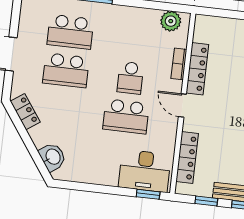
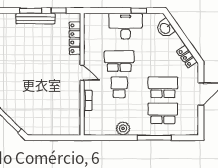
plant: (171, 21) -> (123, 128), moved
locker: (197, 69) -> (75, 99), removed
desk: (145, 171) -> (126, 26), moved
window: (148, 194) -> (139, 11), moved

